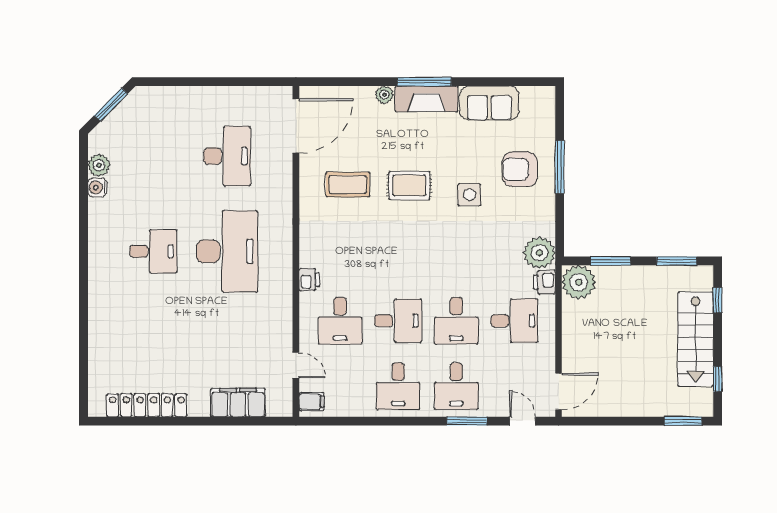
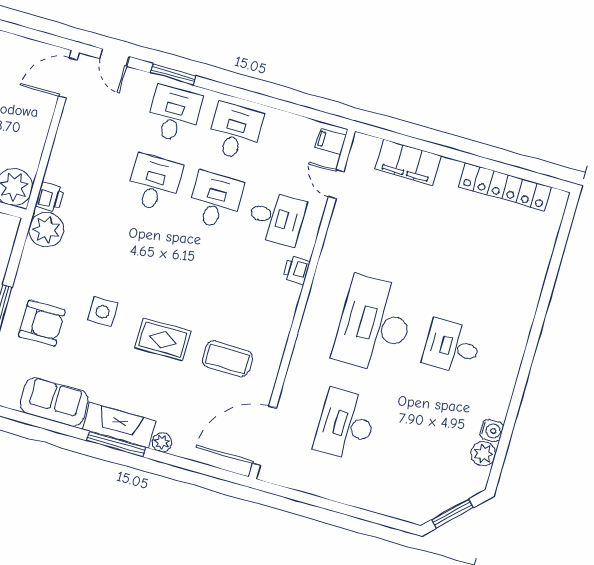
desk: (340, 321) -> (276, 218), turned 90
desk: (398, 321) -> (215, 200), turned 90
desk: (514, 321) -> (93, 166), removed

